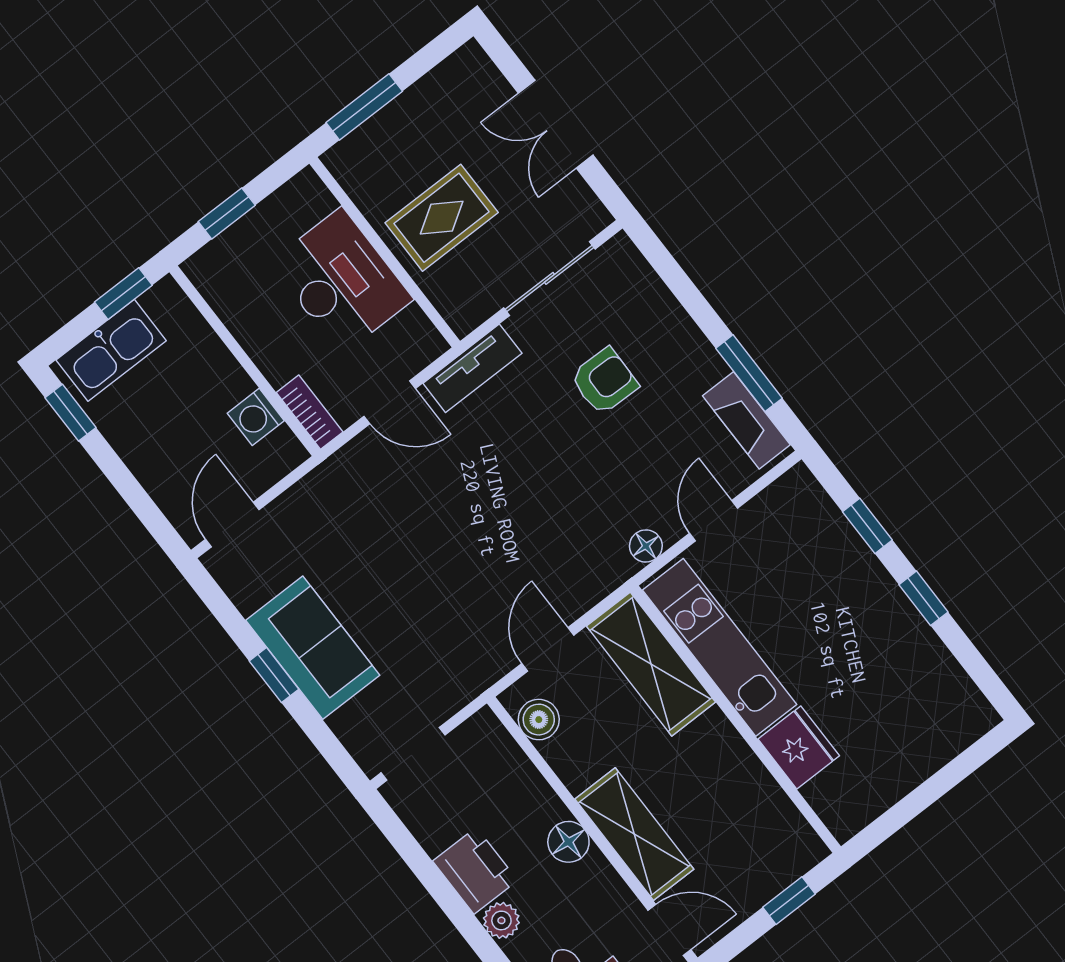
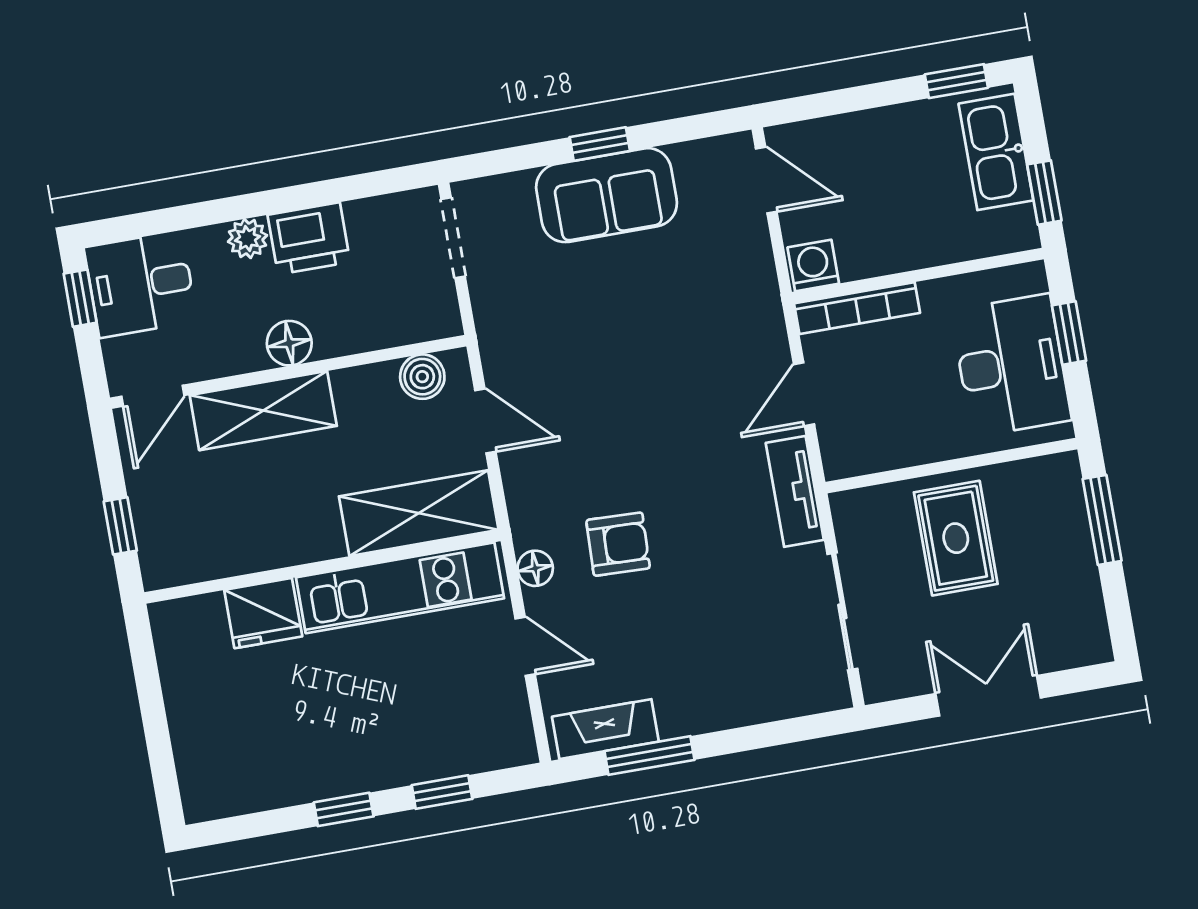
desk: (341, 281) -> (1011, 365), moved, turned -90
armchair: (604, 381) -> (618, 544), moved, turned -89
bookcase: (310, 412) -> (857, 308), width x1.56
washing machine: (256, 417) -> (813, 265), moved

